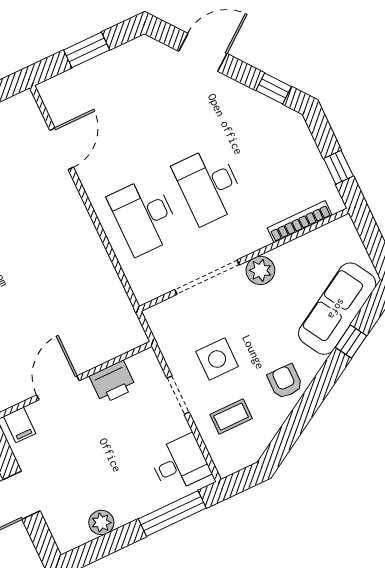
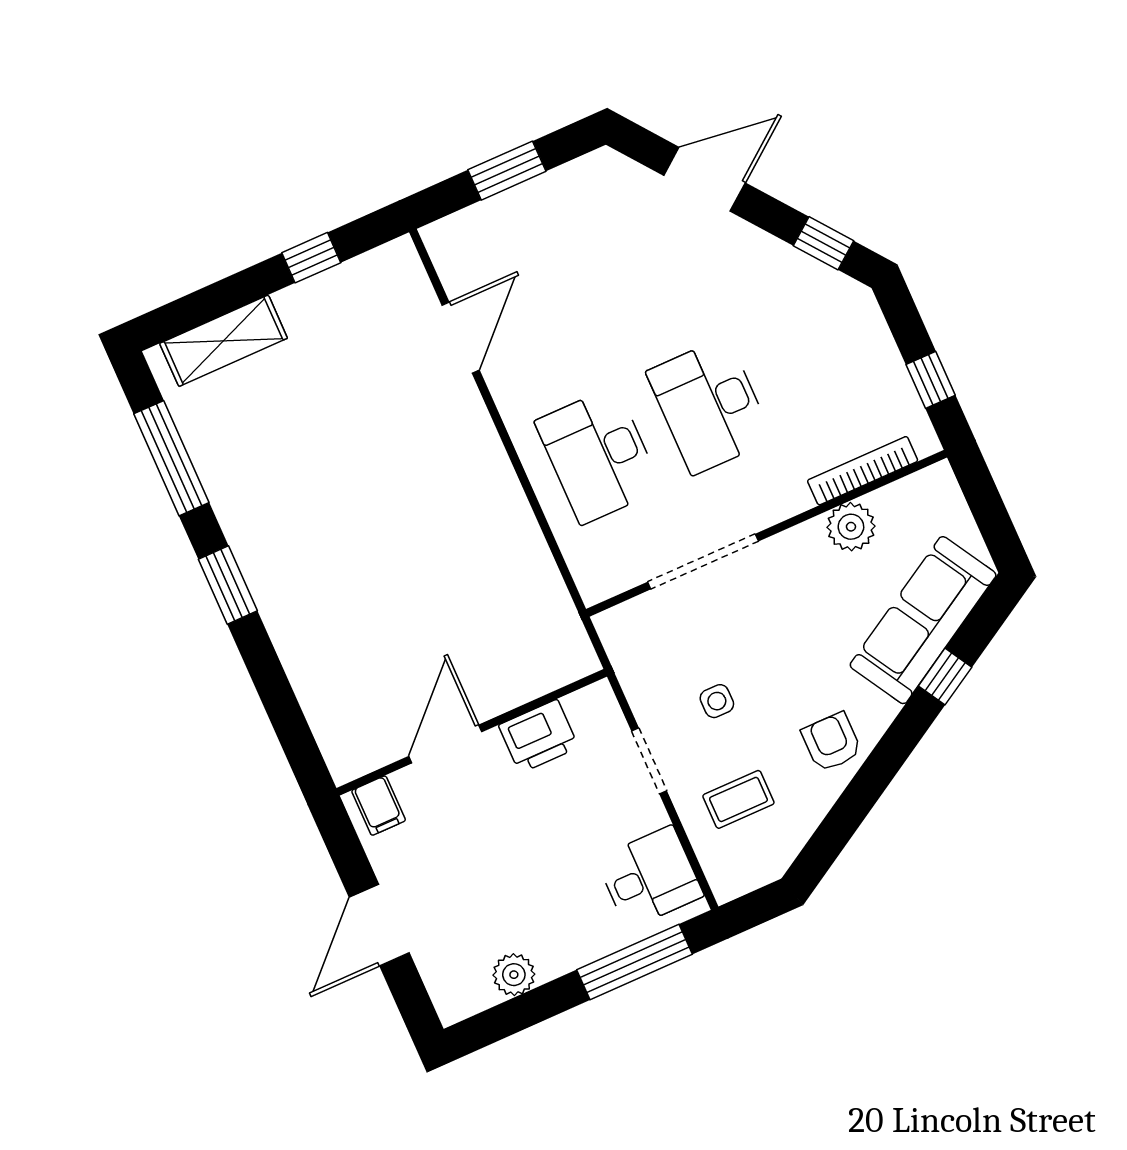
plant: (260, 270) -> (851, 527), moved
side table: (217, 359) -> (717, 701), width x0.54, depth x0.54

